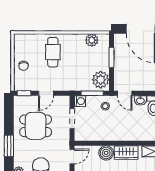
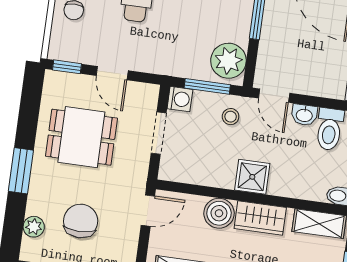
door: (46, 93) -> (112, 73), hinge flipped
shower: (120, 133) -> (252, 177), added

